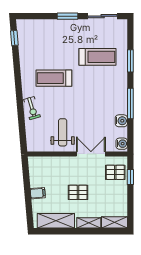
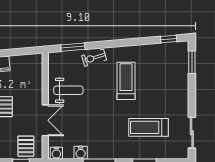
window: (68, 16) -> (192, 62), moved
treadmill: (98, 57) -> (149, 127), turned 90
window: (22, 128) -> (73, 47), added

